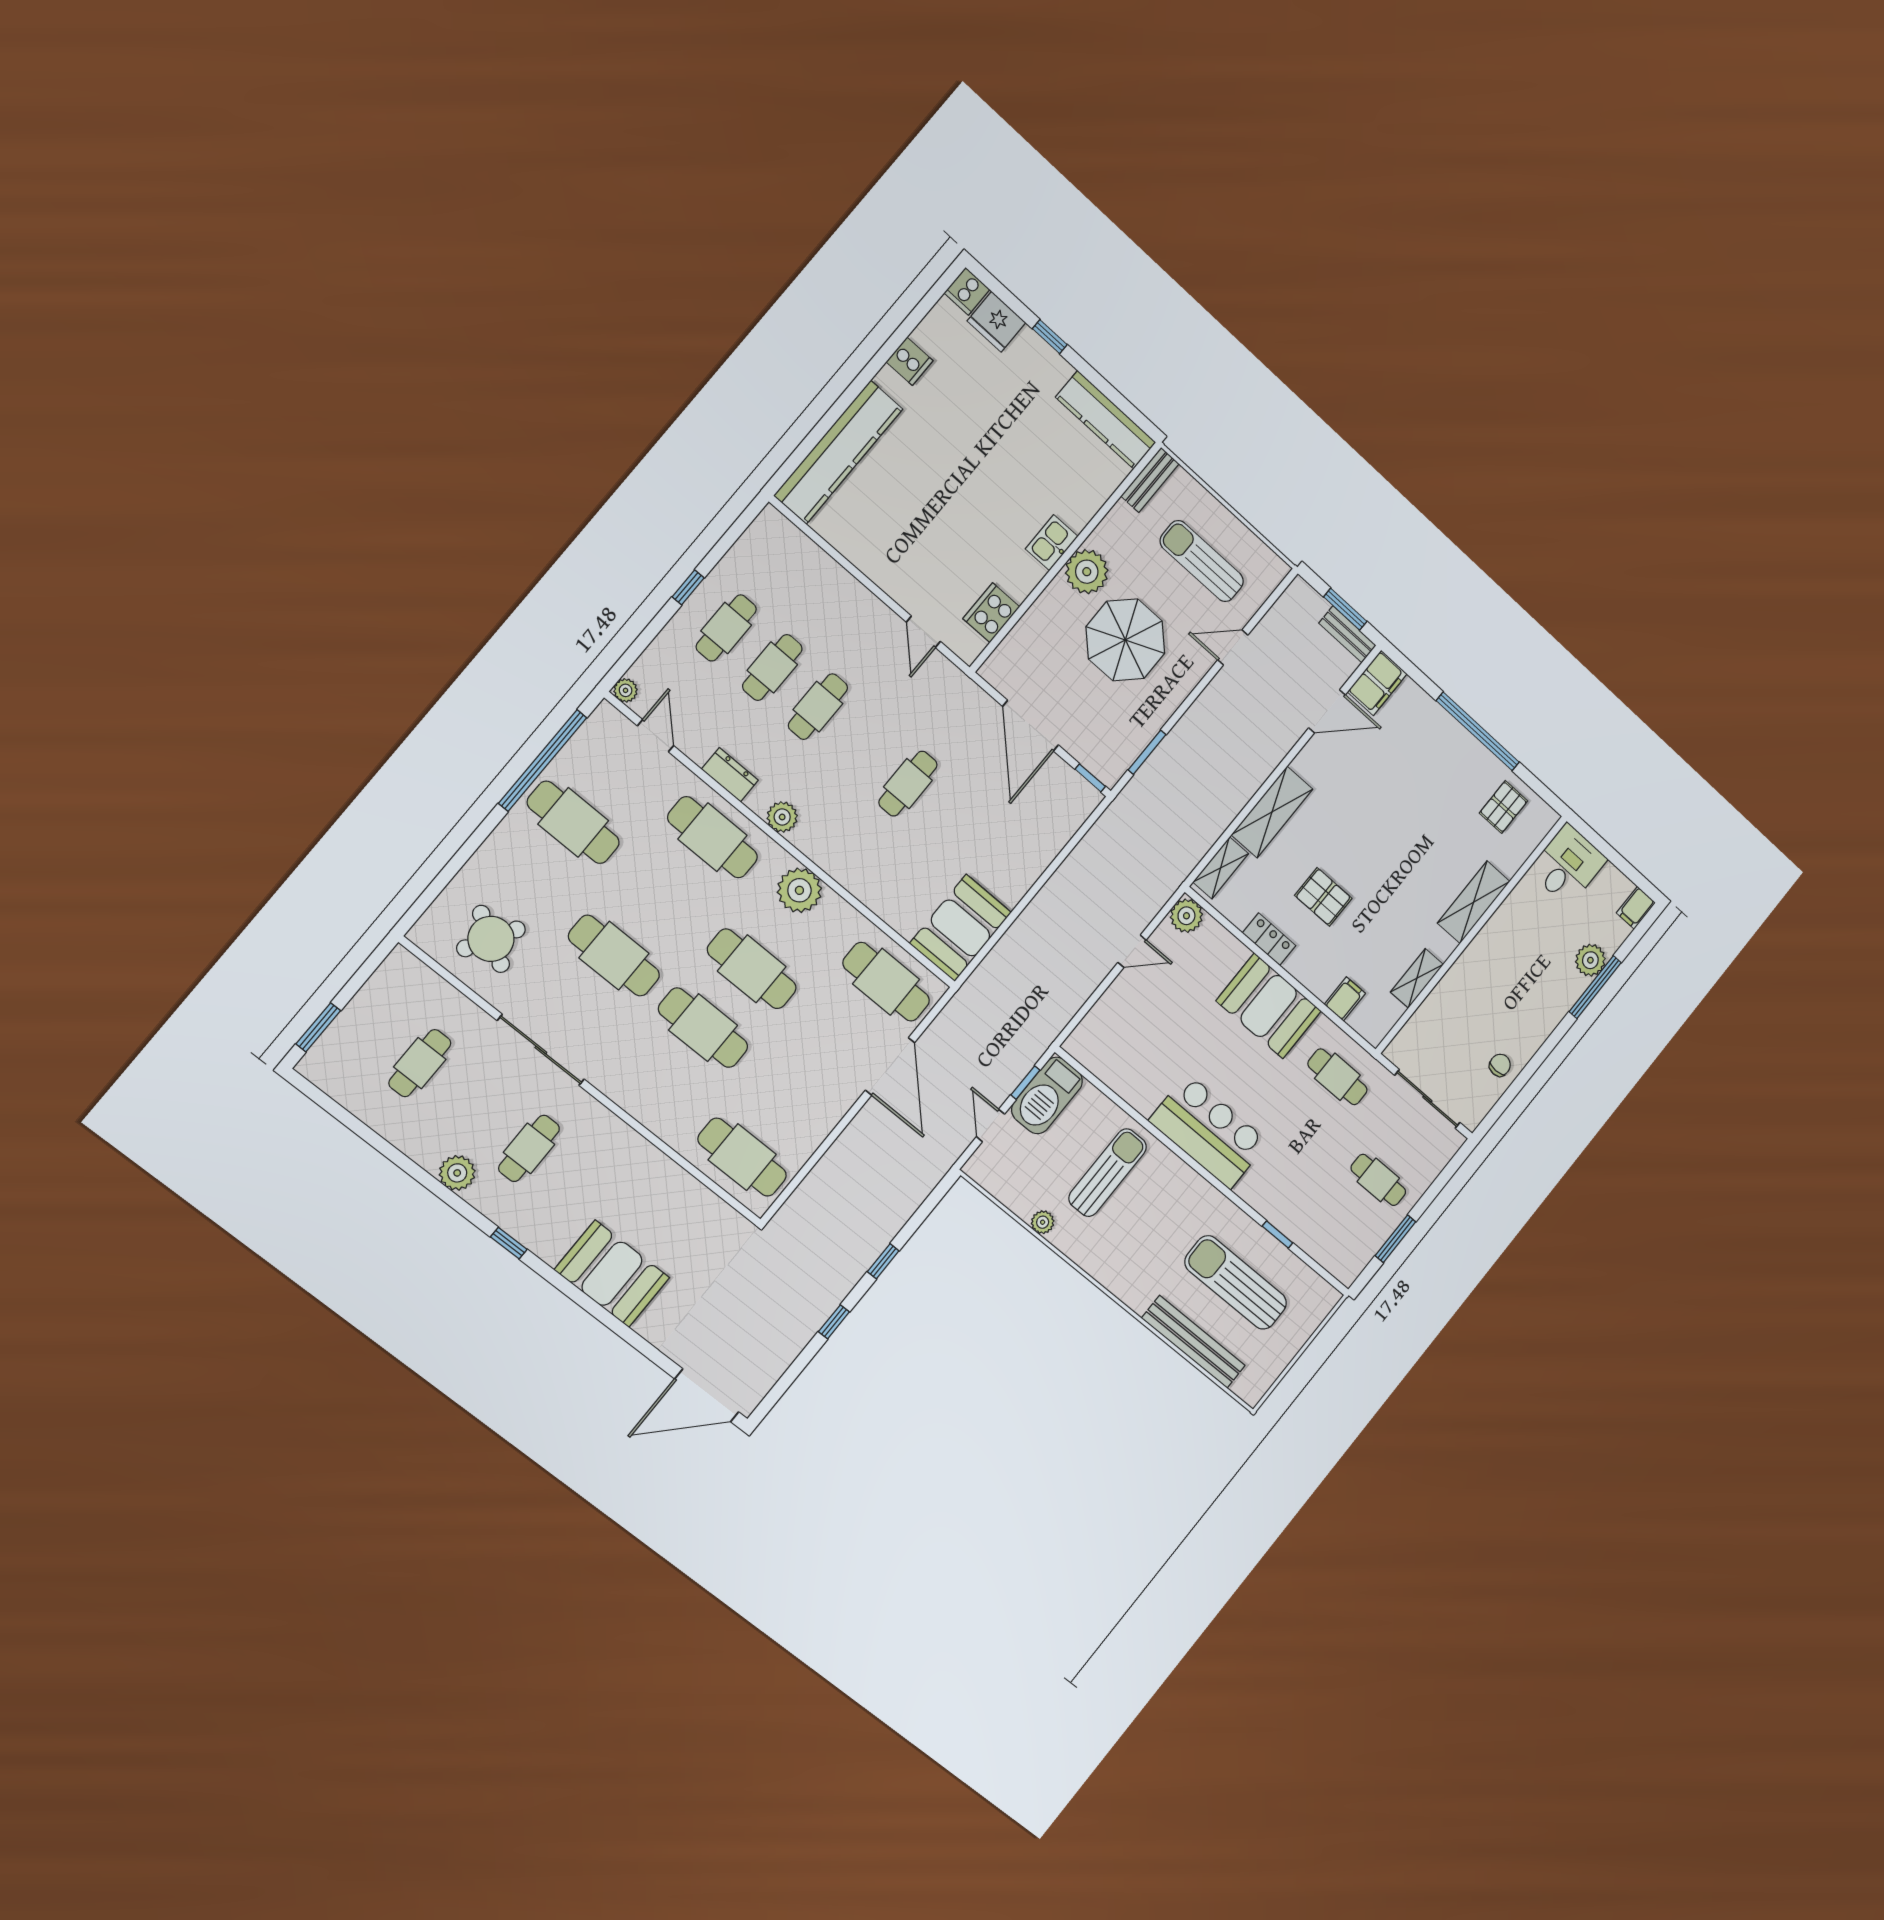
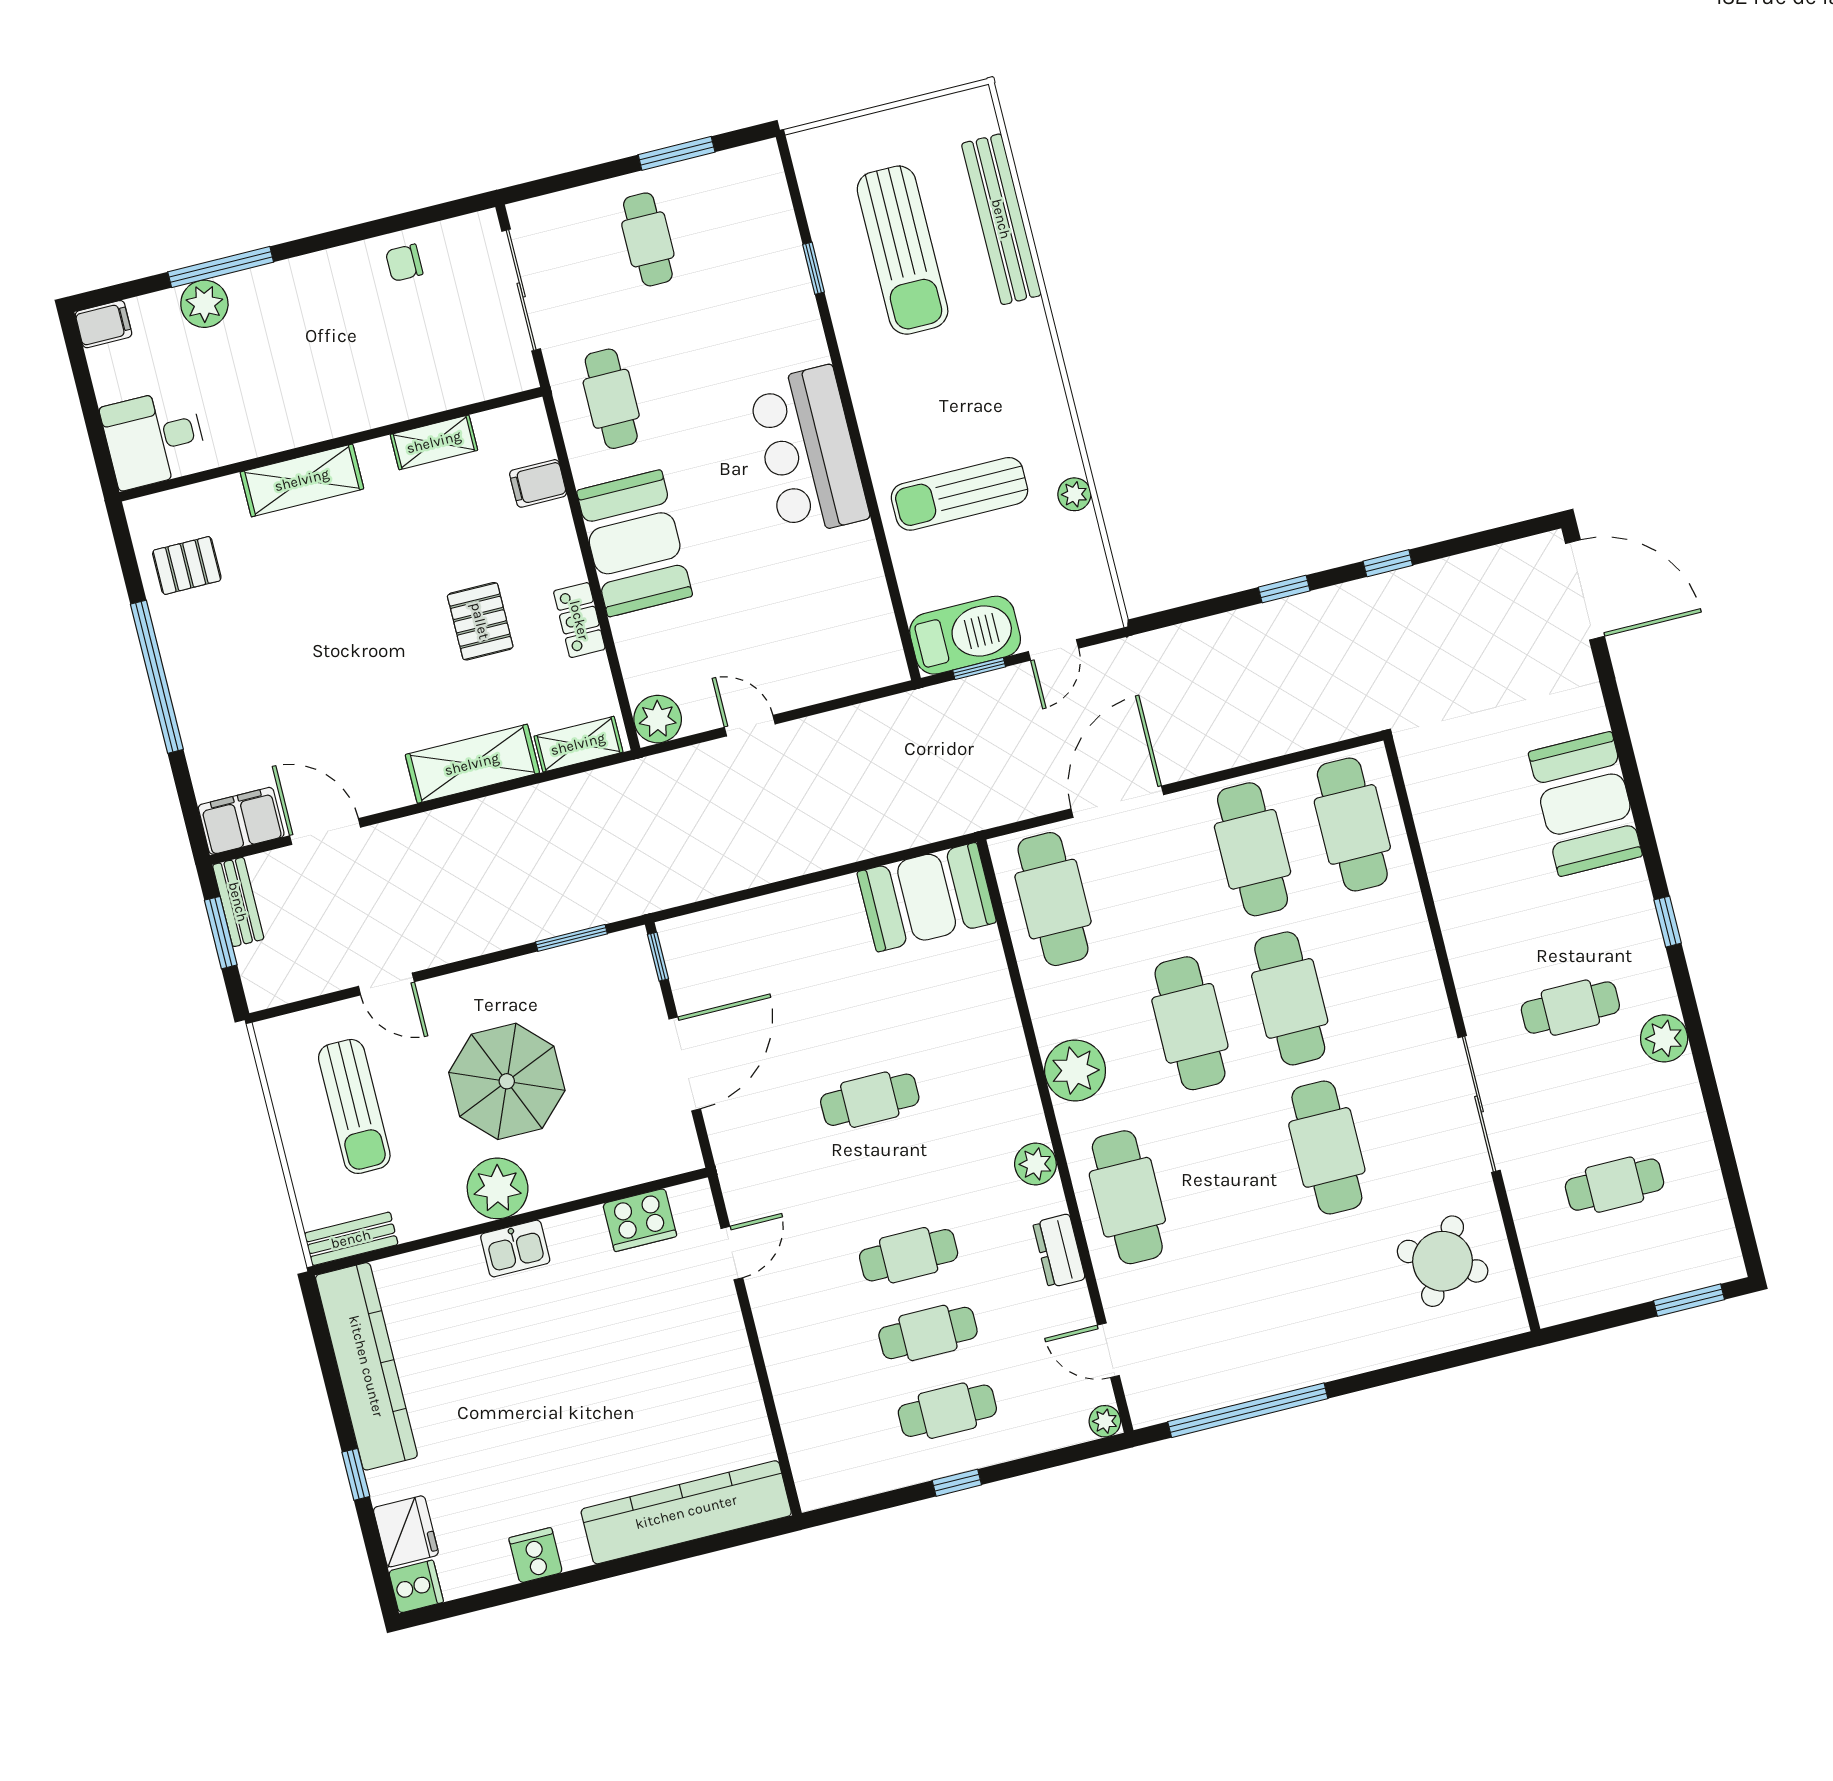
kitchen counter: (1106, 420) -> (366, 1366), width x1.39, depth x1.17
door: (655, 736) -> (1108, 1350), hinge flipped
cafe table: (573, 822) -> (1253, 849), moved

